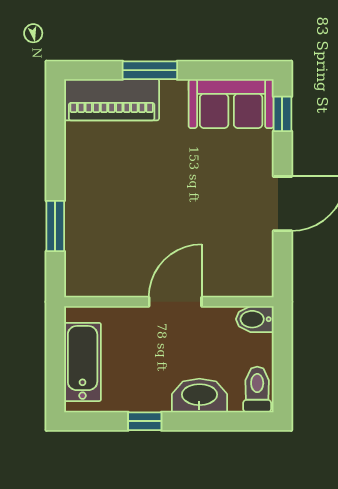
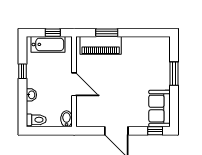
piano: (112, 100) -> (101, 45), moved, turned -90
window: (55, 351) -> (53, 33), added
washbasin: (199, 396) -> (31, 95), width x0.52, depth x0.69

